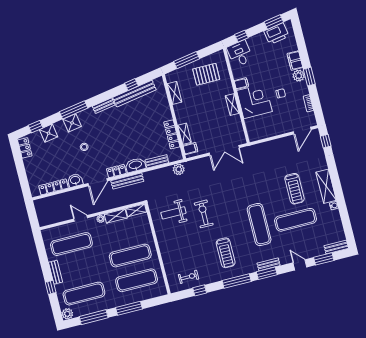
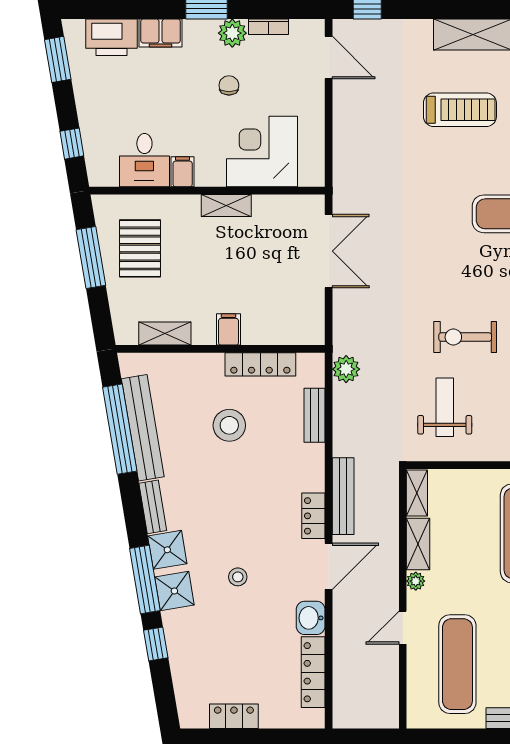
printer: (276, 34) -> (112, 37), moved, turned 100
desk: (240, 53) -> (144, 160), moved, turned -80
window: (187, 60) -> (91, 258), moved
plant: (299, 76) -> (232, 33), moved
window: (132, 84) -> (120, 429), width x3.17
corner desk: (254, 101) -> (262, 152), moved
window: (36, 127) -> (156, 644), moved
stool: (144, 128) -> (229, 425), added
shower: (49, 133) -> (167, 550), moved
shelving: (185, 134) -> (266, 334), removed
locker: (25, 148) -> (234, 716), moved
filing cabinet: (190, 149) -> (228, 329), moved
washbasin: (135, 165) -> (311, 468), removed
door: (98, 182) -> (329, 566), hinge flipped
weight bench: (173, 213) -> (445, 407), turned 180

